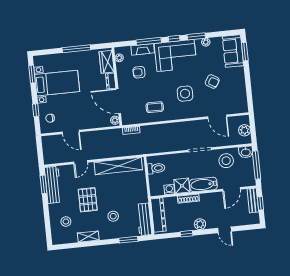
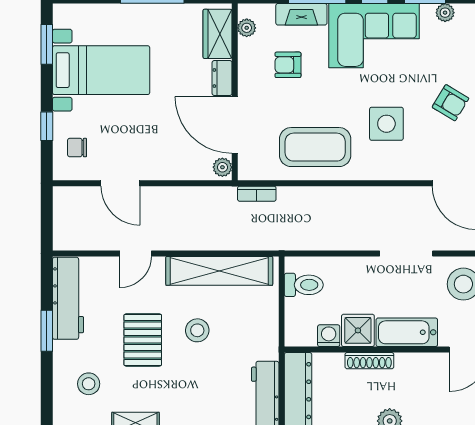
coffee table: (155, 107) -> (315, 147), width x1.86, depth x1.72
window: (43, 184) -> (47, 331), moved
stool: (113, 216) -> (197, 330), moved

